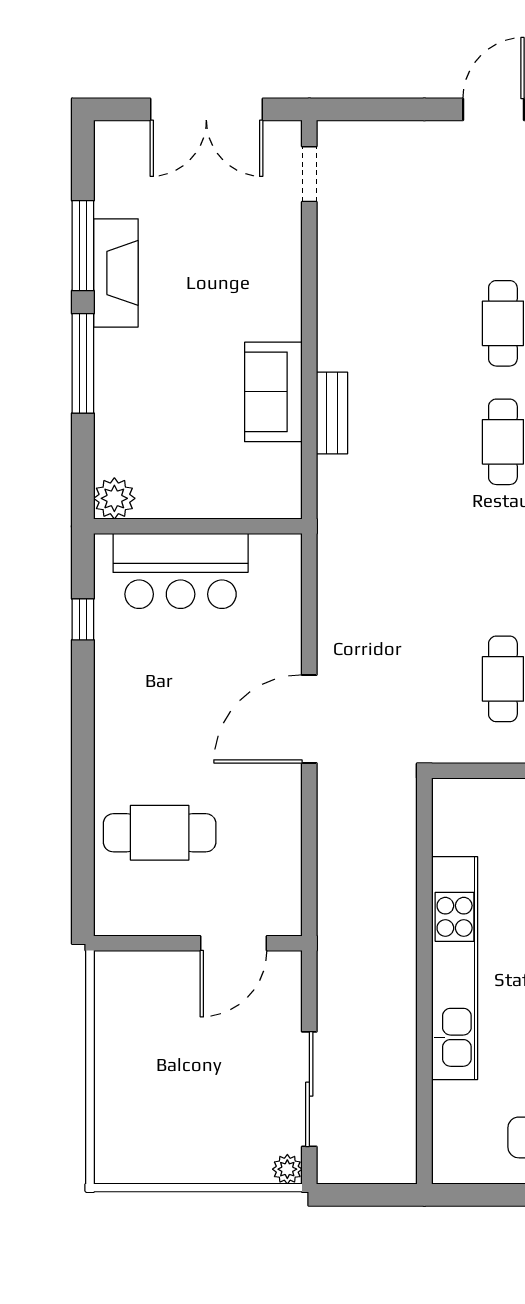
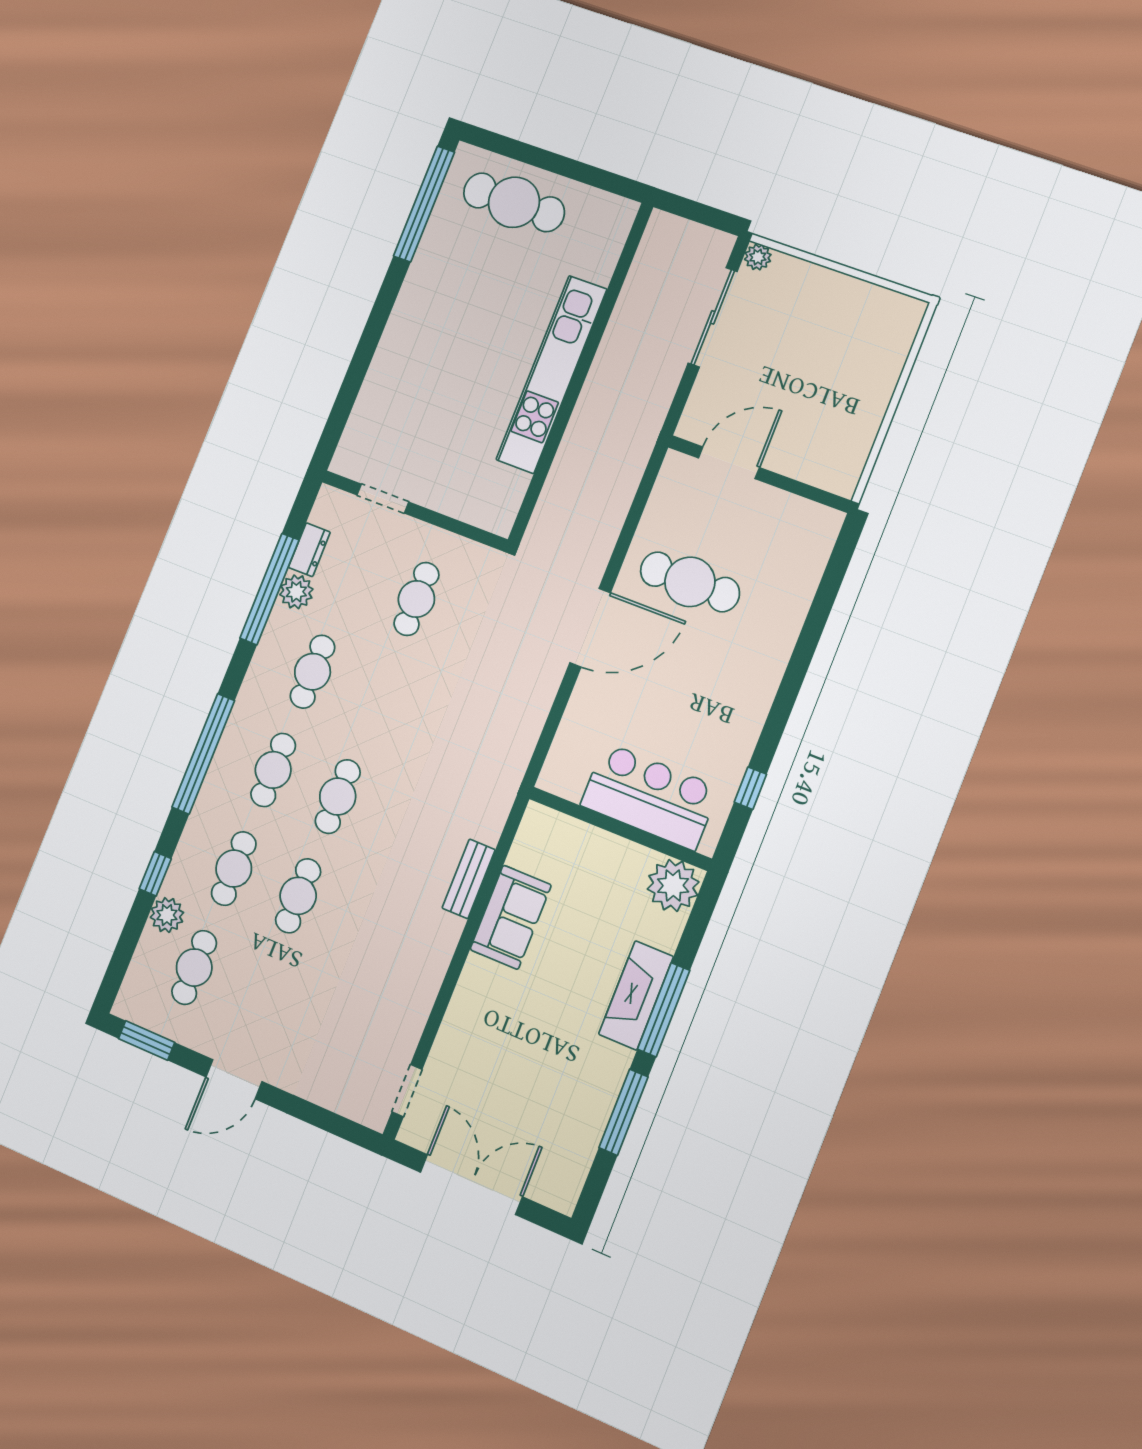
fireplace: (116, 273) -> (636, 995), moved
plant: (114, 498) -> (673, 885), width x1.36, depth x1.36
cafe table: (160, 833) -> (690, 582), moved

